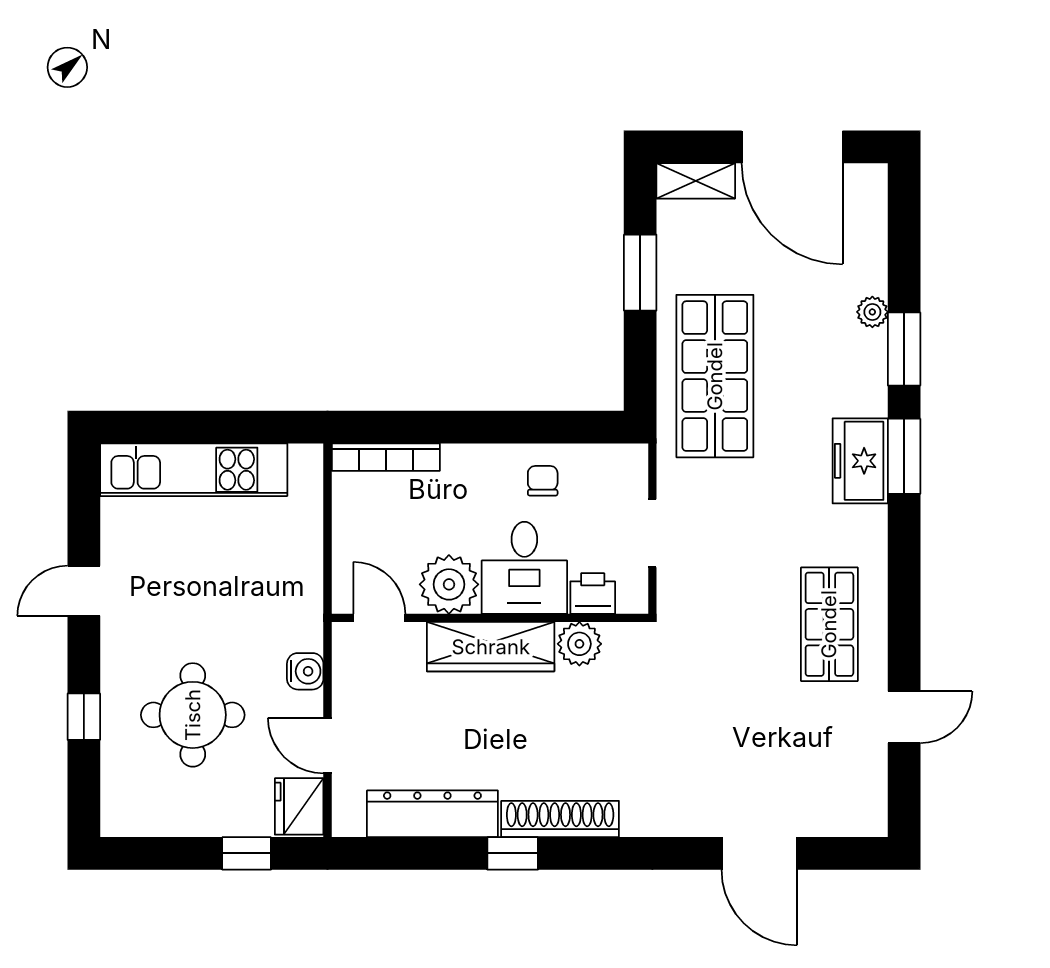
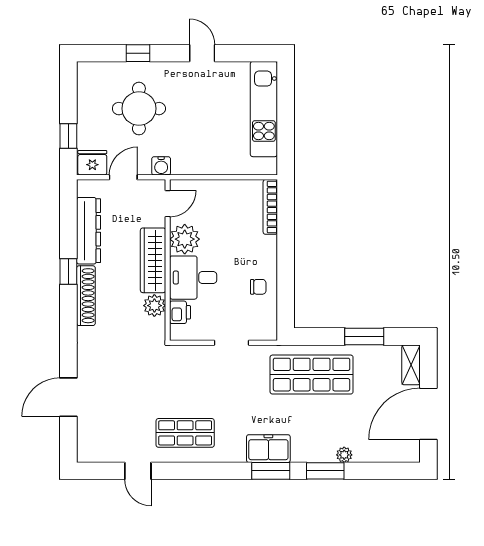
desk: (524, 568) -> (193, 278), moved
plant: (449, 584) -> (185, 239), moved
printer: (593, 594) -> (180, 312), moved
door: (379, 618) -> (168, 204), moved
wall: (490, 618) -> (168, 260), moved
plant: (579, 644) -> (154, 306), moved
wardrobe: (491, 647) -> (153, 260), moved

